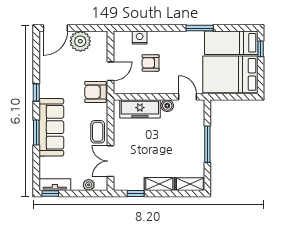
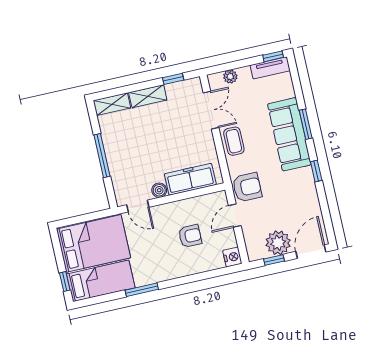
window: (87, 28) -> (274, 260), added
nightstand: (140, 38) -> (232, 257), moved, turned -90

